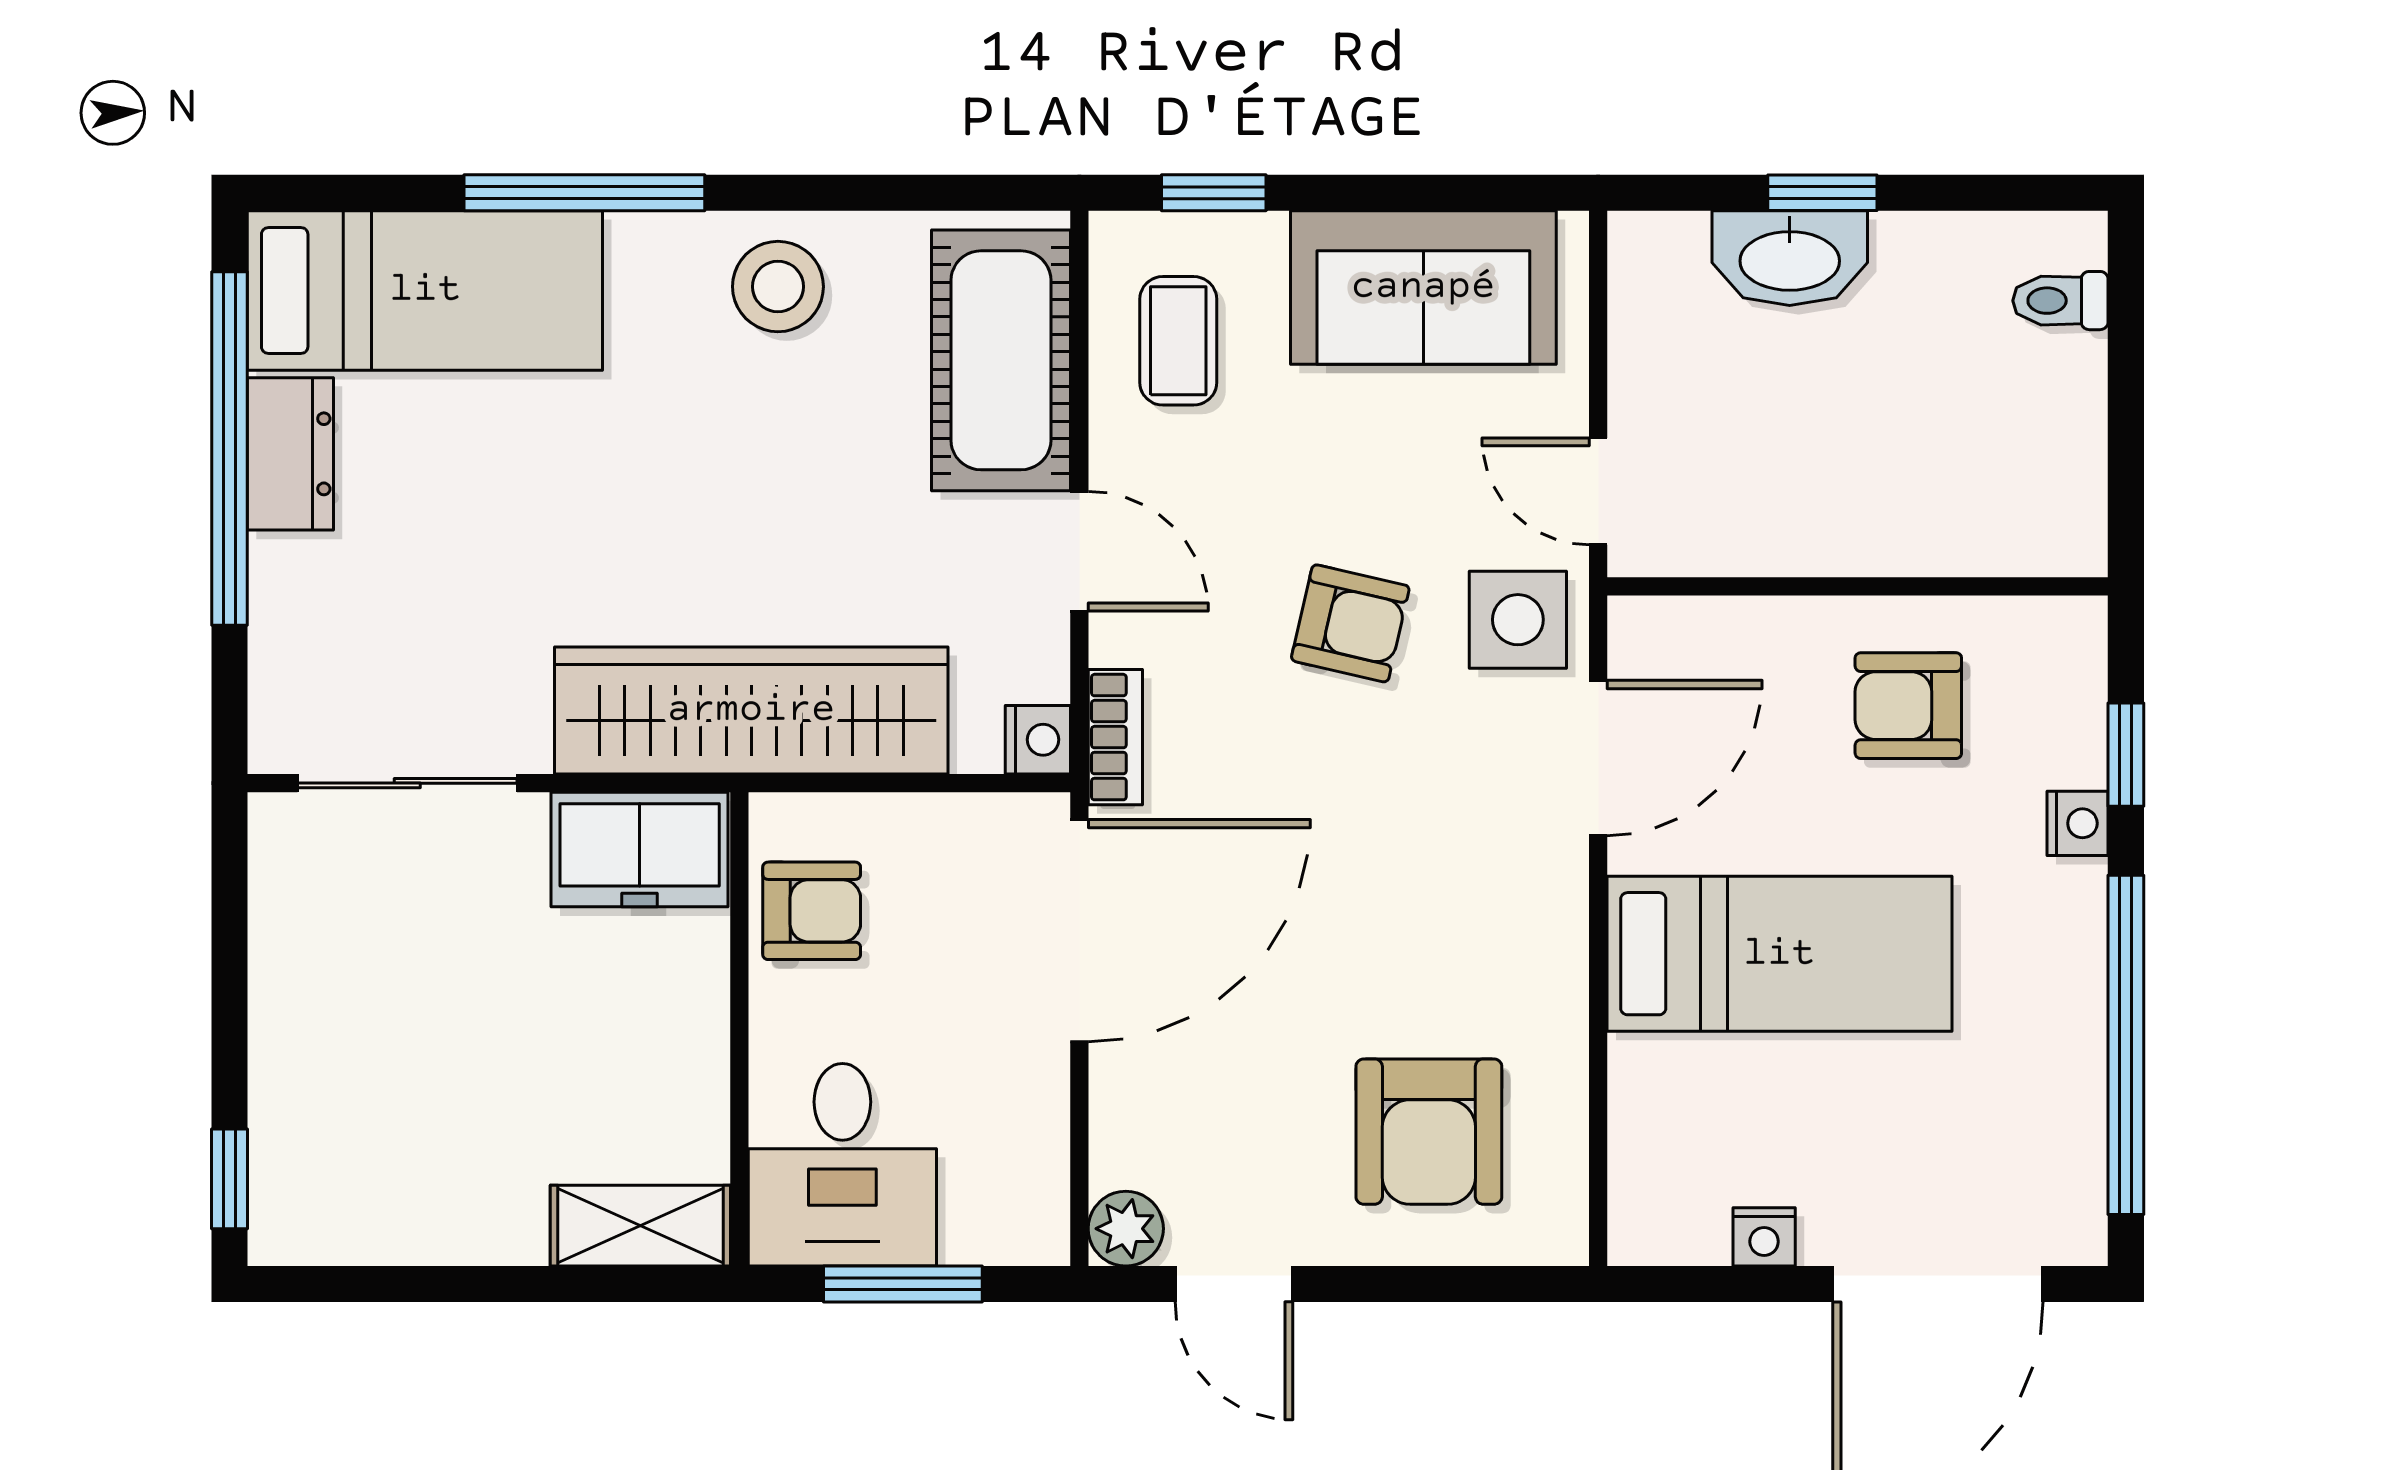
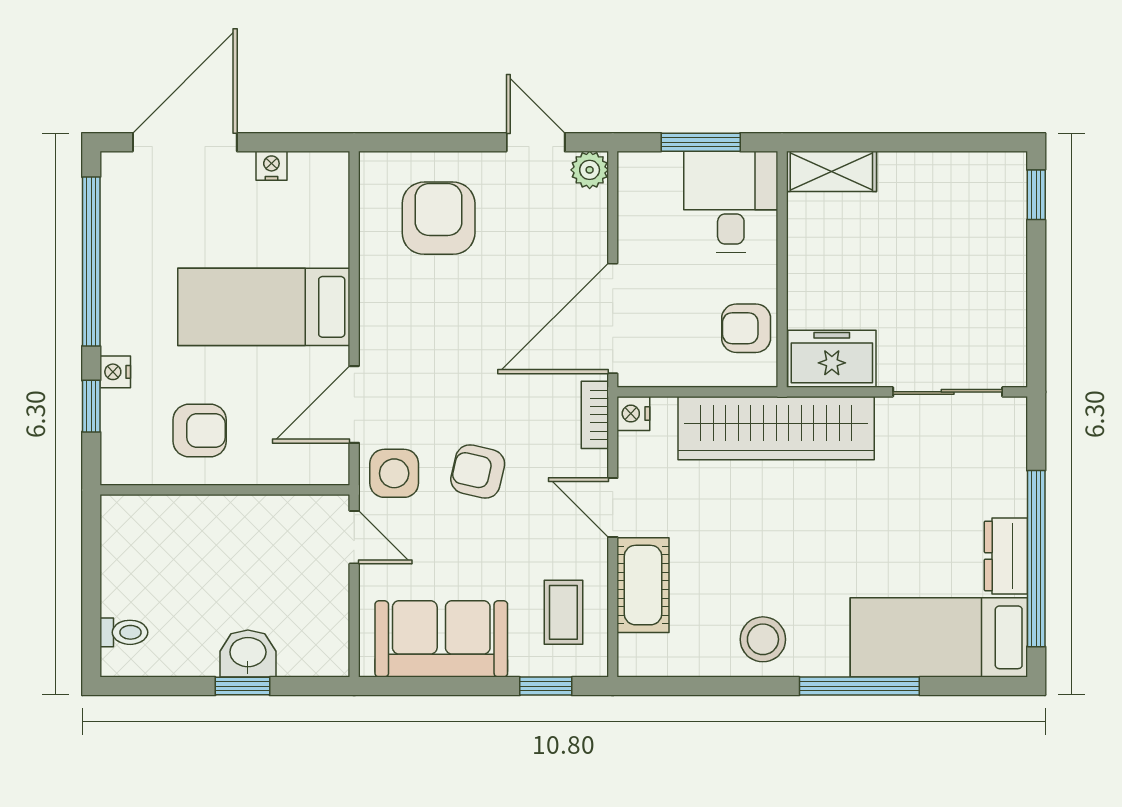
washbasin: (1790, 258) -> (248, 654), width x0.72
cot: (1001, 360) -> (643, 585), width x0.73, depth x0.75

